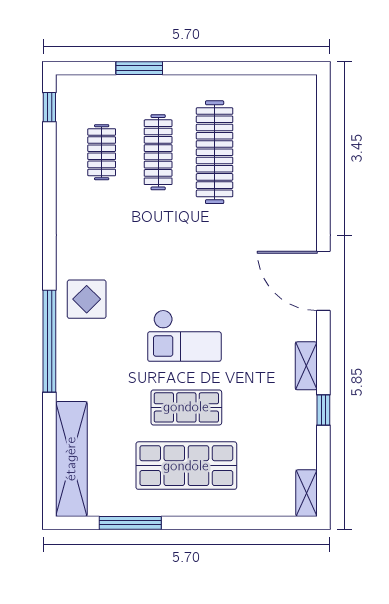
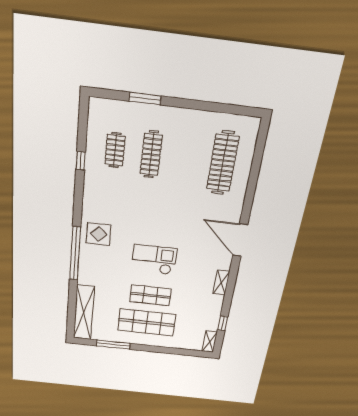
window: (49, 107) -> (81, 161), moved
clothes rail: (215, 152) -> (223, 163), moved
checkout: (184, 336) -> (154, 260), turned 180
window: (323, 410) -> (223, 323), moved

